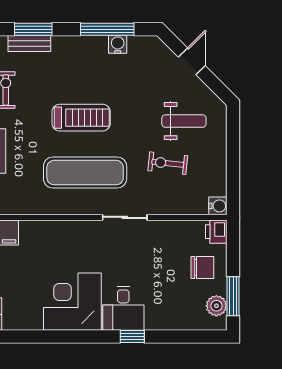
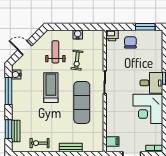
water cooler: (118, 44) -> (16, 75), moved
treadmill: (81, 118) -> (51, 88), moved
water cooler: (218, 206) -> (78, 34), moved
plant: (216, 306) -> (150, 35), removed

